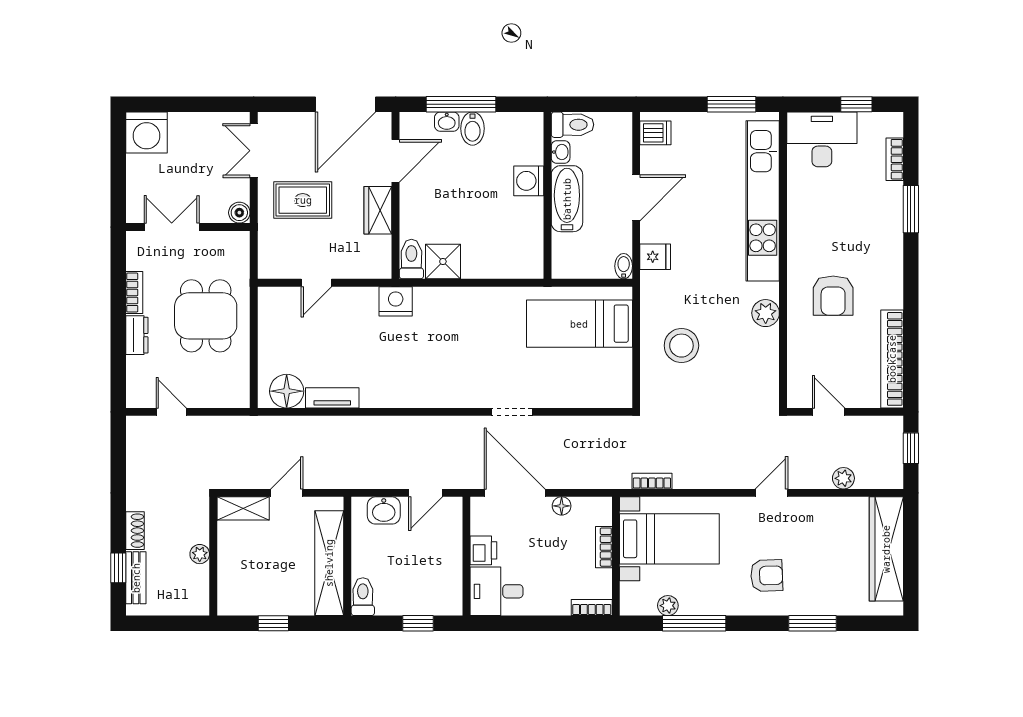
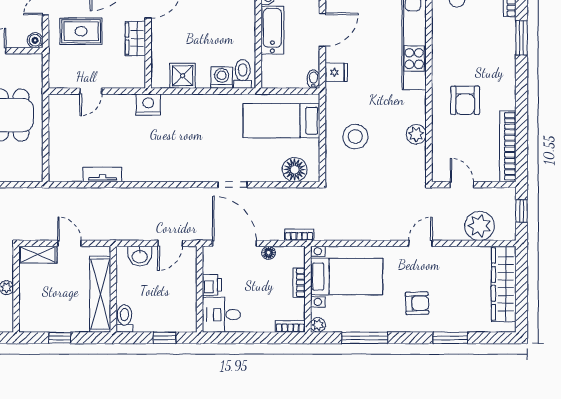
washing machine: (529, 181) -> (222, 78), moved, turned 90
toilet: (411, 259) -> (243, 74), moved
plant: (766, 313) -> (416, 134), moved
floor lamp: (287, 391) -> (295, 170), moved
plant: (843, 478) -> (480, 226), width x1.88, depth x1.88
bookcase: (652, 481) -> (299, 235), moved
door: (287, 493) -> (69, 243), hinge flipped
plant: (668, 606) -> (318, 325), moved

